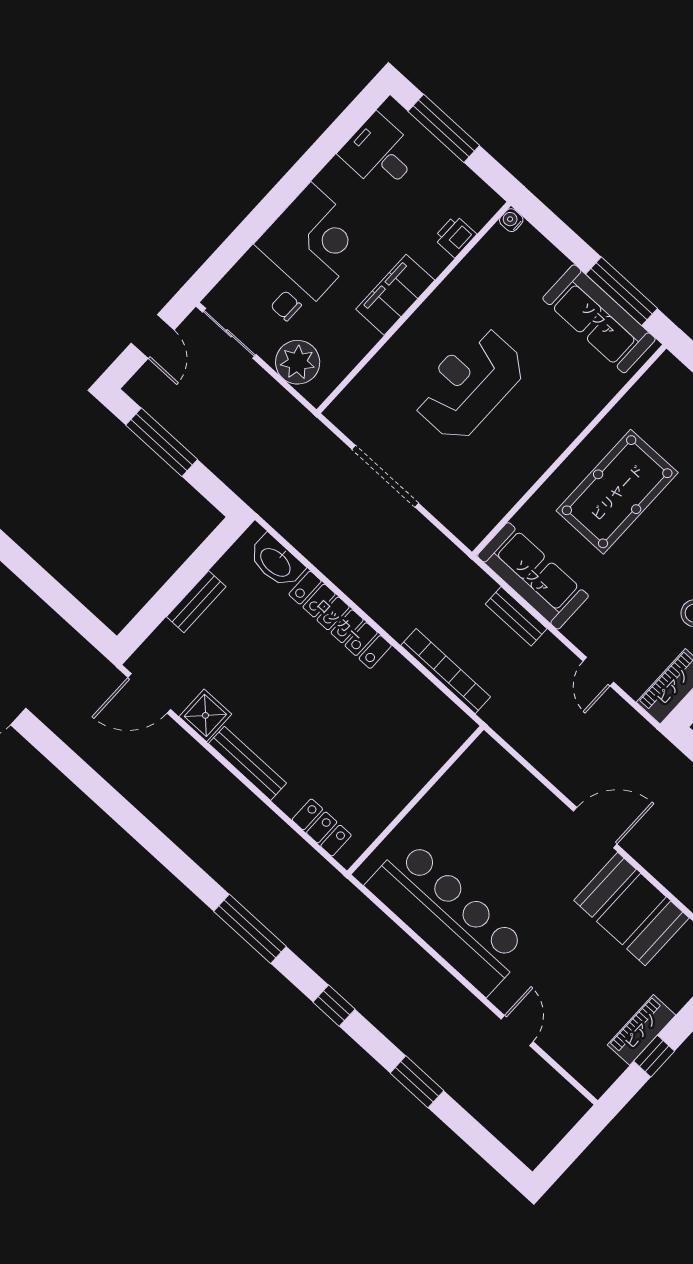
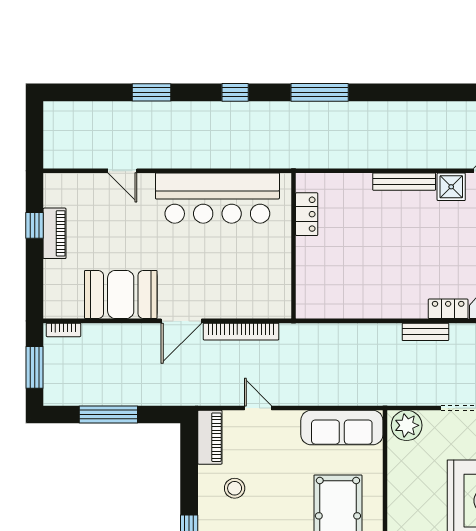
plant: (467, 519) -> (407, 425), added
bench: (516, 616) -> (425, 332), moved
locker: (340, 620) -> (448, 309), width x0.46, depth x0.83
bookcase: (446, 671) -> (241, 332), moved
locker: (322, 827) -> (307, 214), moved, turned -90

